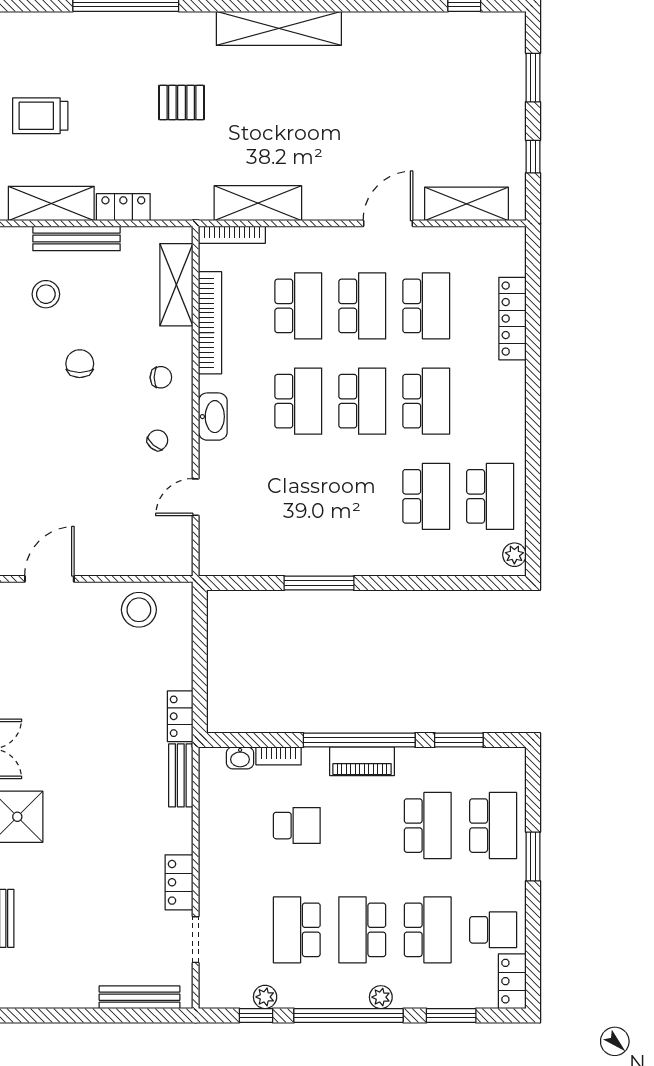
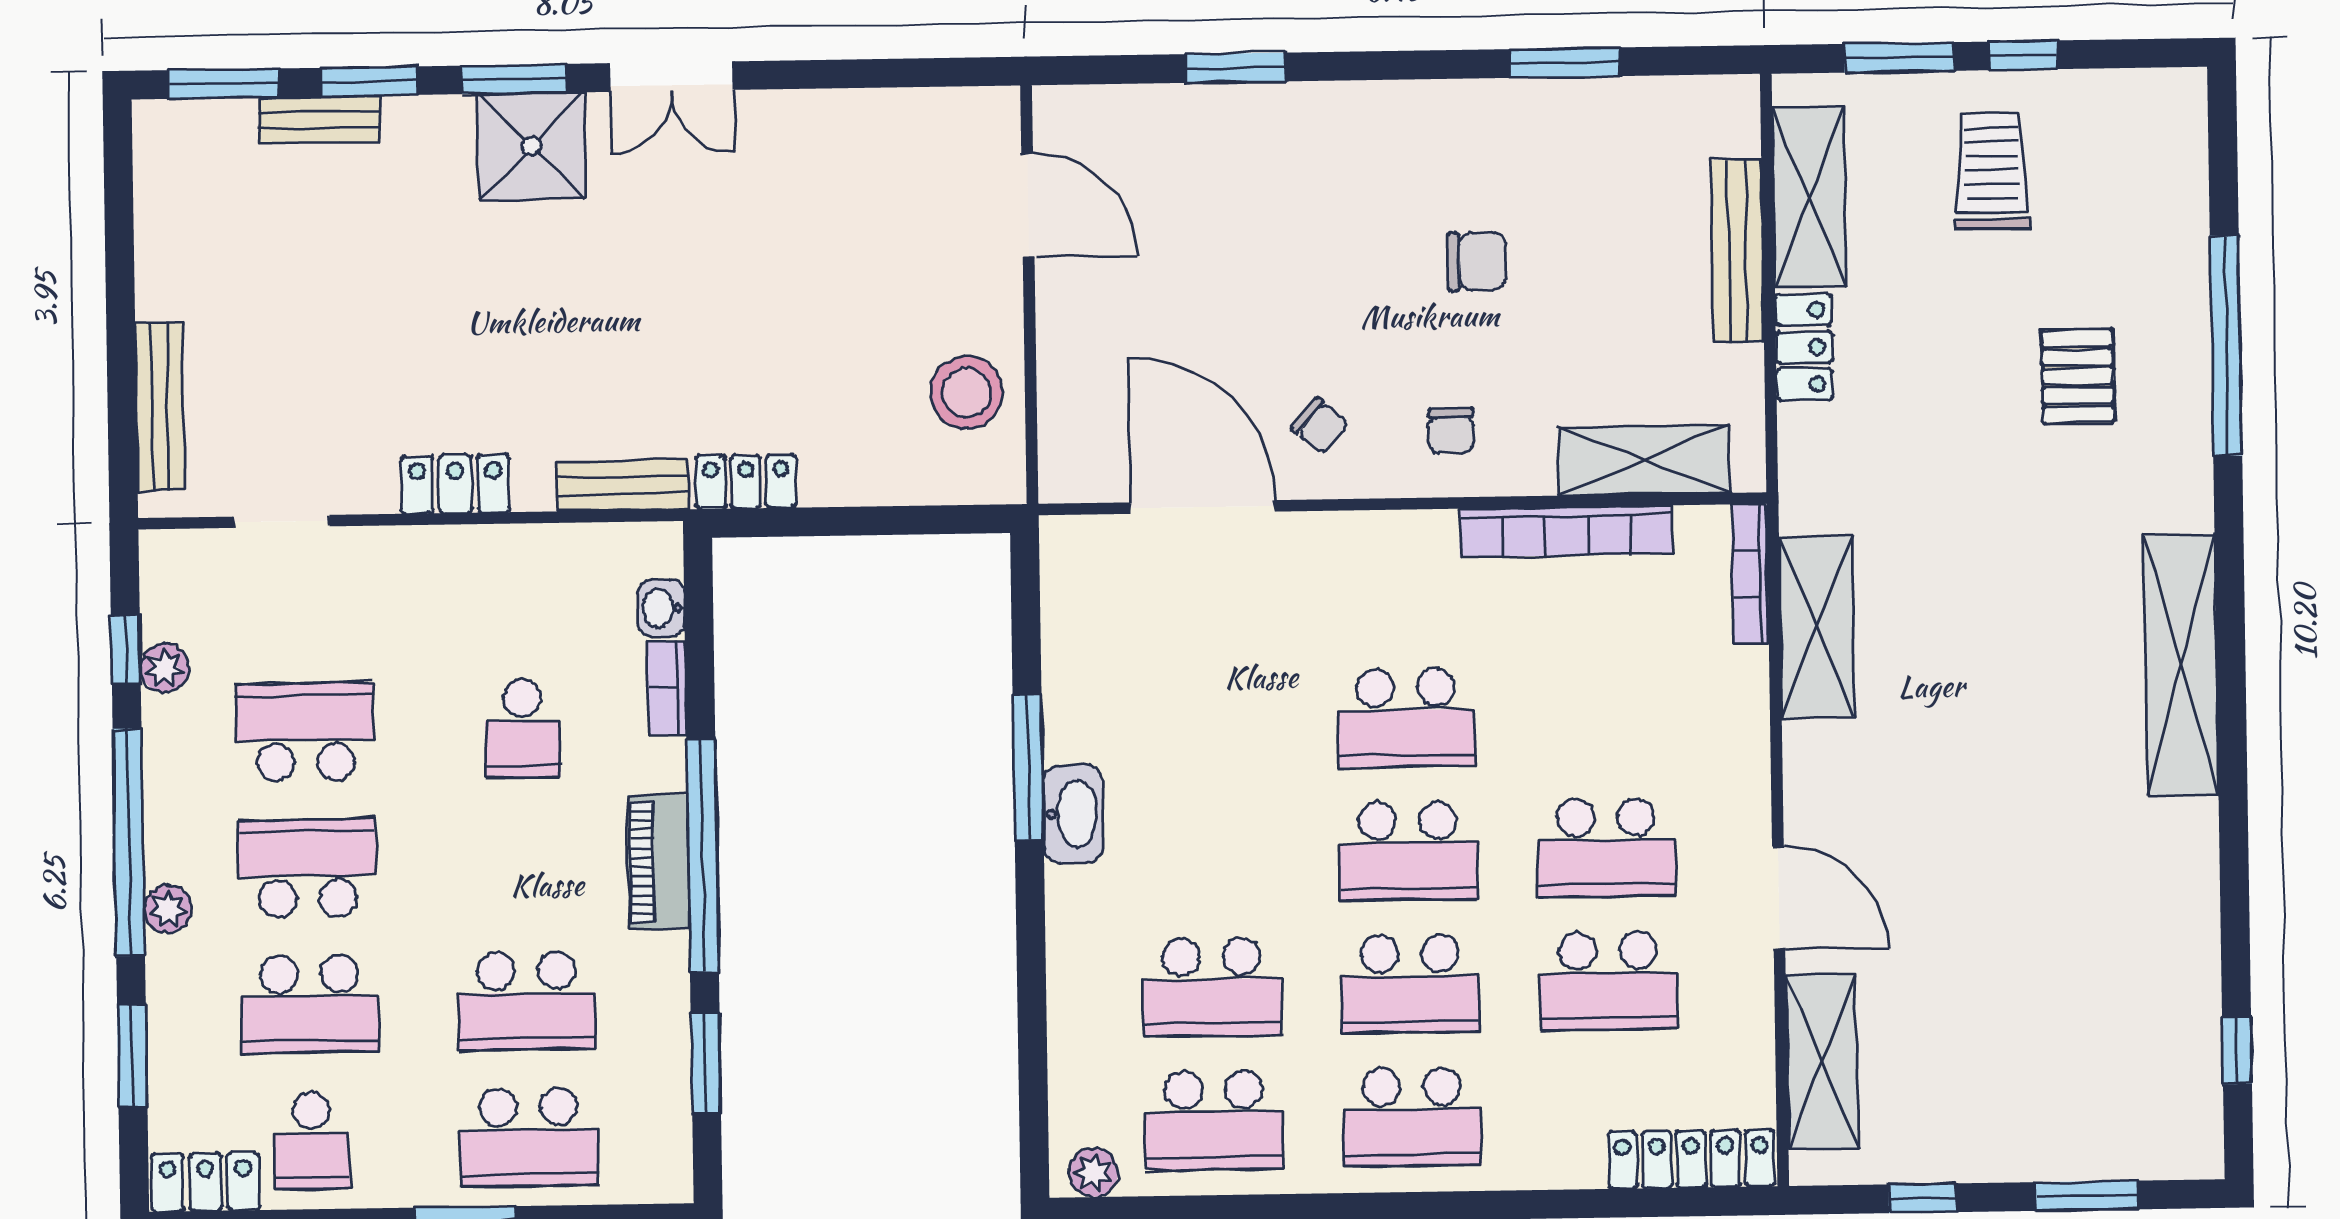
pallet: (182, 102) -> (2078, 376), moved
stool: (46, 294) -> (1620, 189), removed
school desk: (298, 306) -> (1412, 1117), moved
locker: (513, 319) -> (1691, 1159), moved
washbasin: (213, 417) -> (1073, 814), moved, turned -90
door: (196, 497) -> (1203, 507), width x1.87
locker: (179, 882) -> (455, 484), moved

